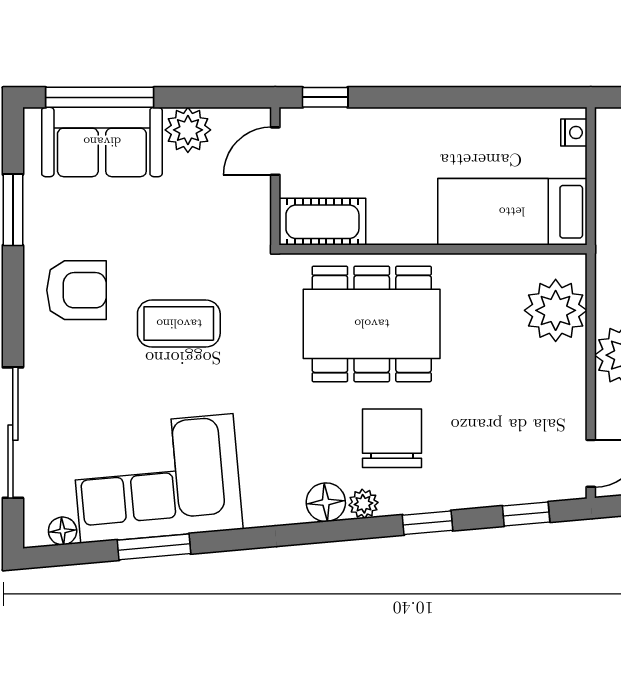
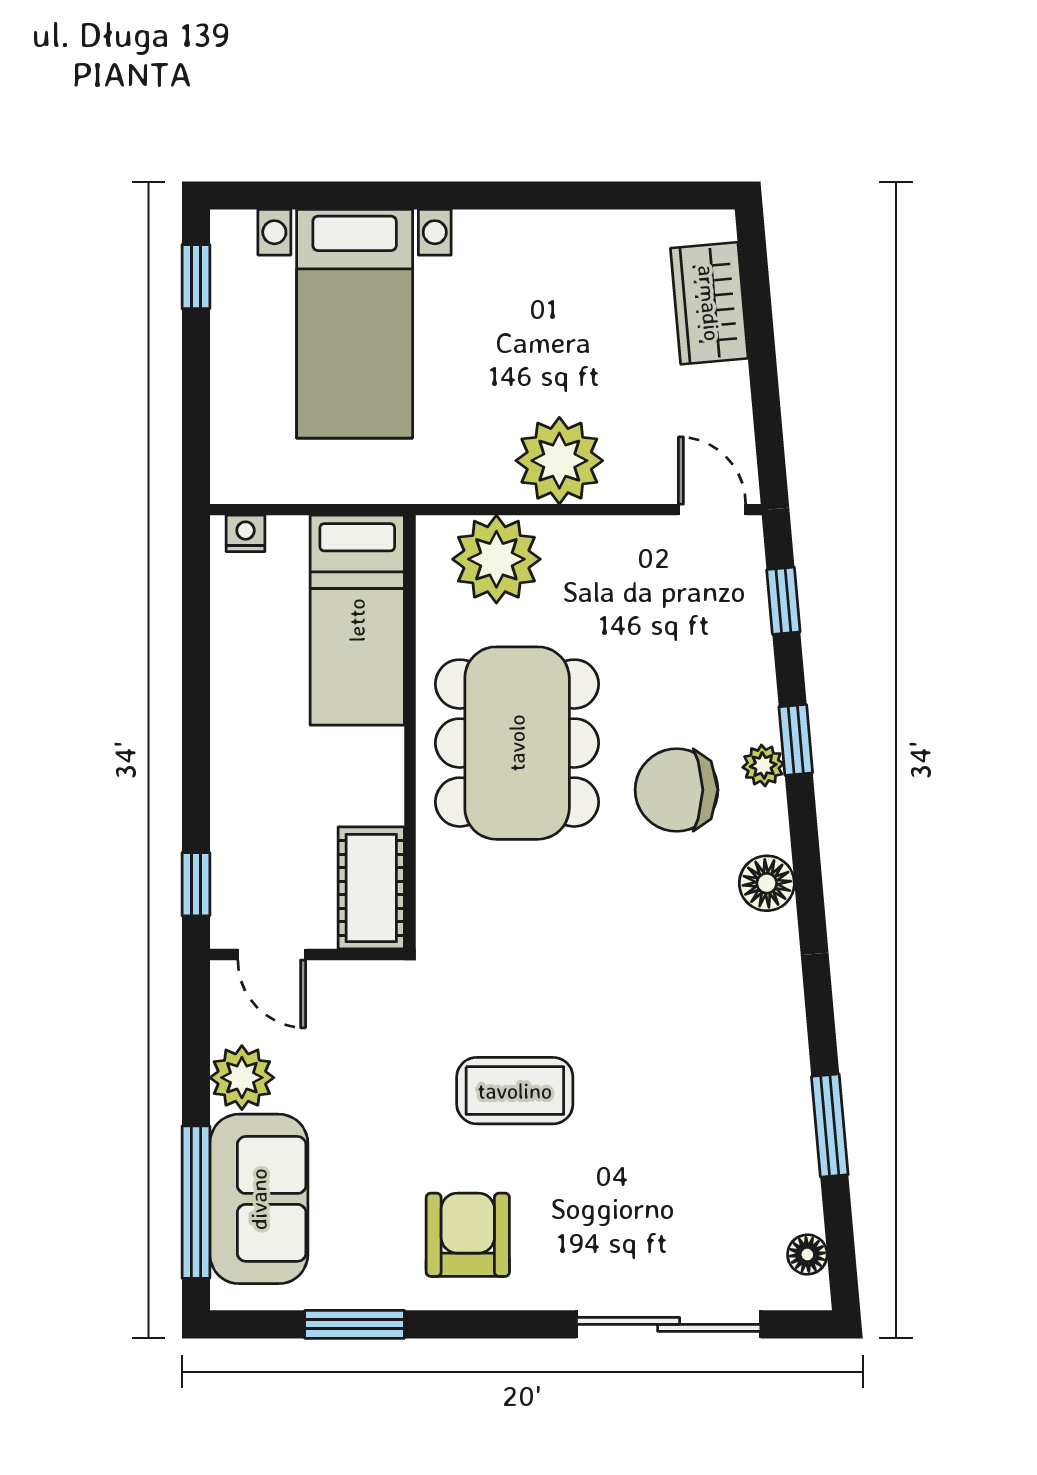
coffee table: (179, 324) -> (515, 1091), turned 90
dining table: (372, 324) -> (517, 743), moved
corner sofa: (157, 478) -> (733, 1121), removed
plant: (363, 504) -> (763, 765), moved

